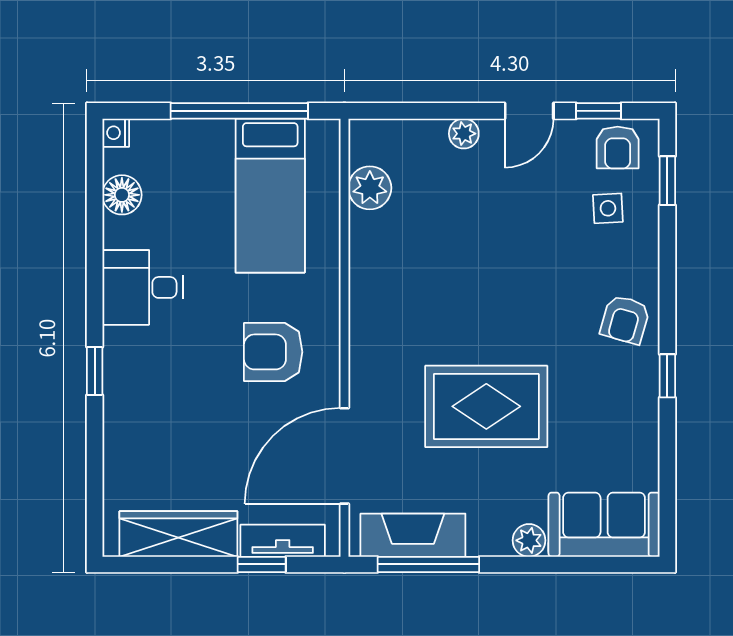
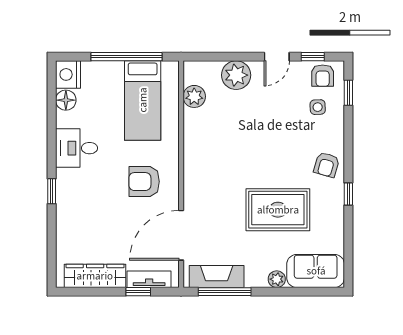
nightstand: (116, 133) -> (68, 74), width x1.89, depth x1.79
plant: (464, 134) -> (236, 75), width x1.88, depth x1.88
rug: (486, 406) -> (278, 210), moved

